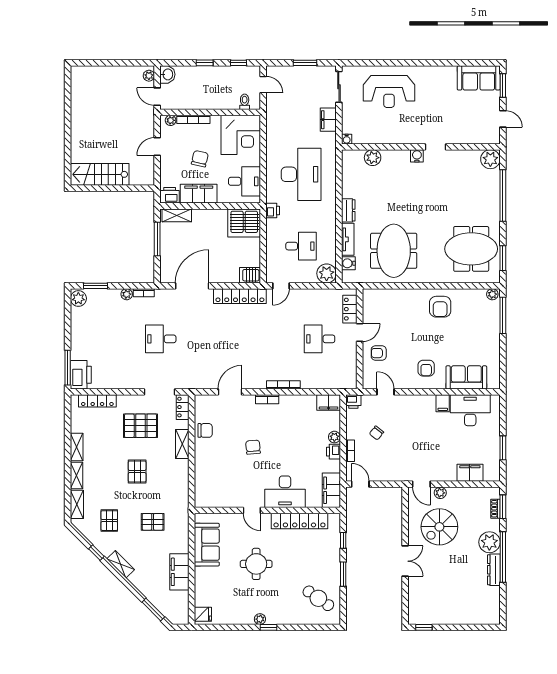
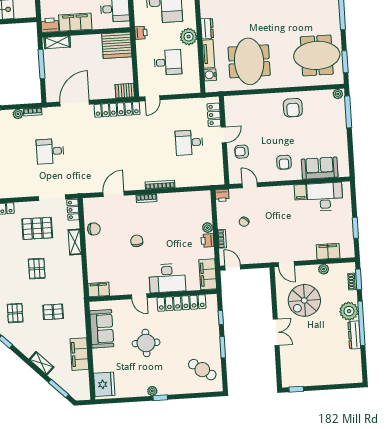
plant: (327, 273) -> (189, 37), moved
filing cabinet: (329, 402) -> (99, 289), moved, turned 180
plant: (440, 493) -> (324, 269), moved
shelving: (121, 564) -> (42, 363), moved
fridge: (203, 614) -> (104, 384), width x1.88, depth x1.34

